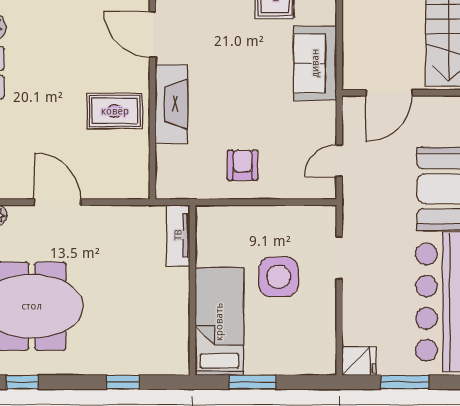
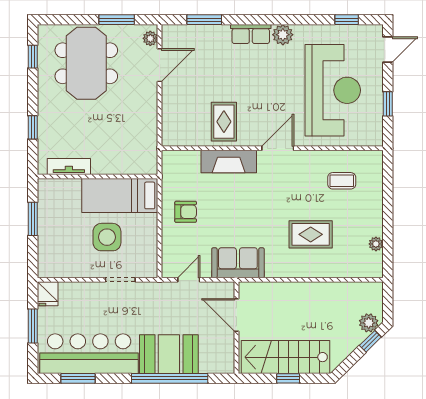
sofa: (315, 63) -> (238, 263), moved
door: (339, 161) -> (189, 280), hinge flipped
door: (58, 202) -> (160, 65), moved
tv unit: (178, 235) -> (69, 166), moved
bed: (219, 322) -> (120, 195), moved, turned 180

